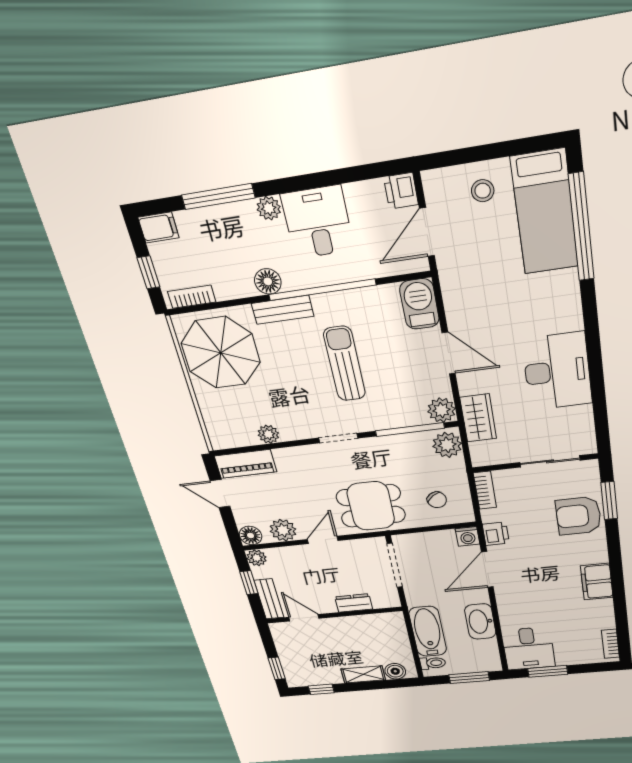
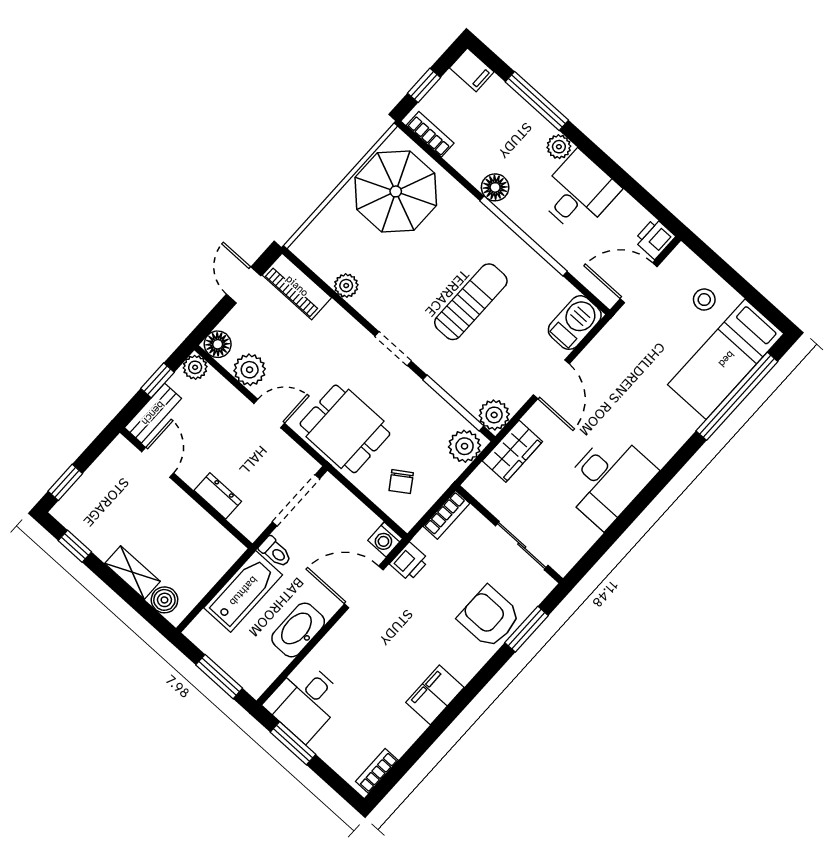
bench: (283, 310) -> (479, 216), removed
toilet: (433, 663) -> (275, 552), moved

